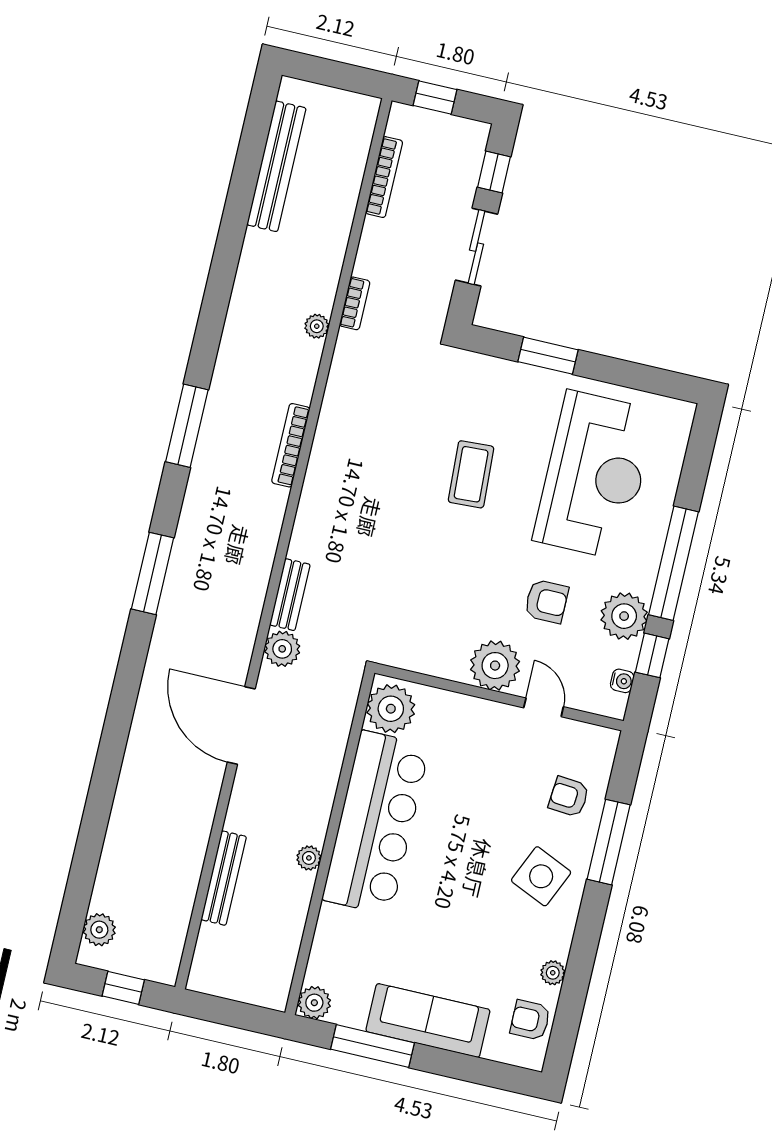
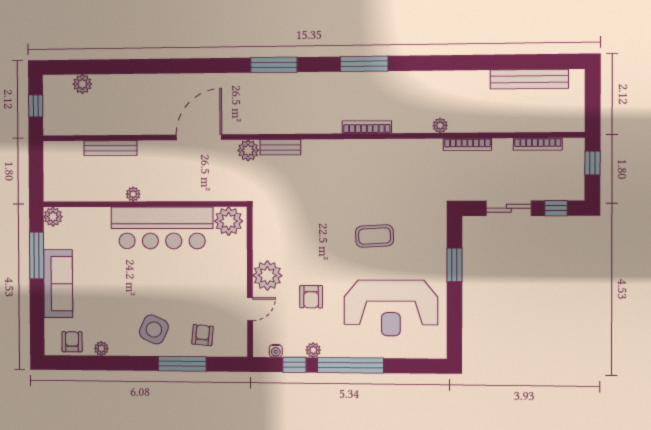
bookcase: (355, 303) -> (467, 144), width x1.56
plant: (624, 616) -> (313, 350), width x0.53, depth x0.53
plant: (99, 930) -> (82, 84), moved

